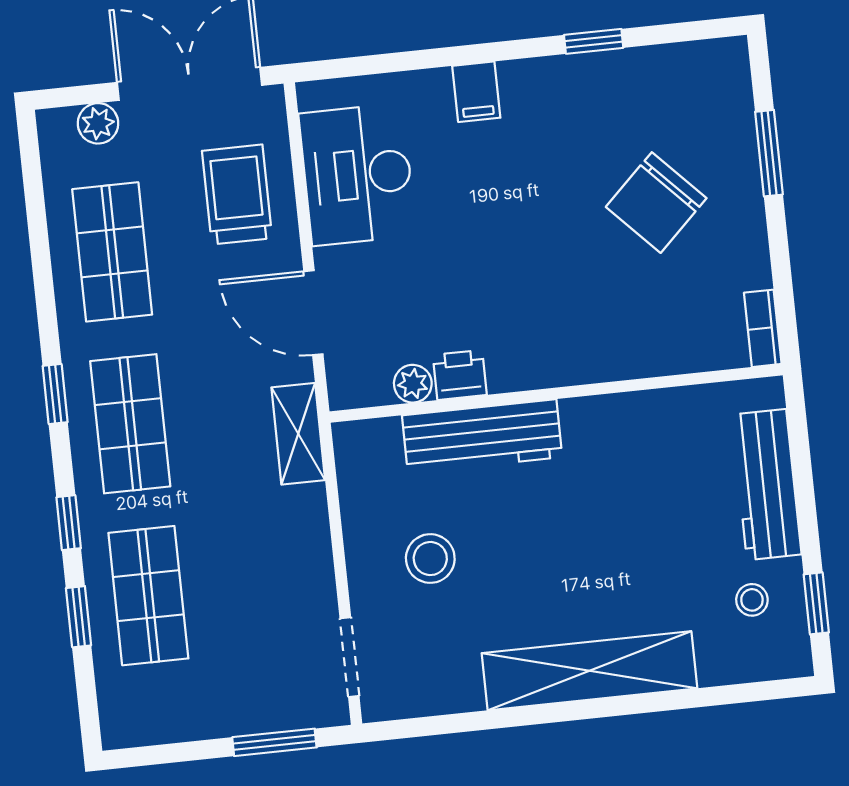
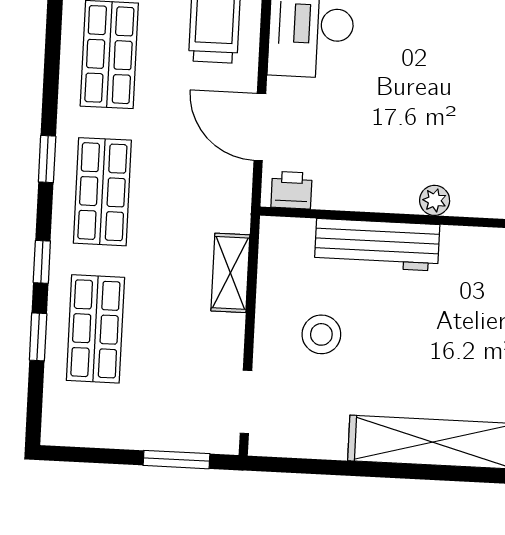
printer: (460, 375) -> (291, 190), moved
plant: (413, 384) -> (435, 200), moved
shelving: (298, 434) -> (230, 273), moved

